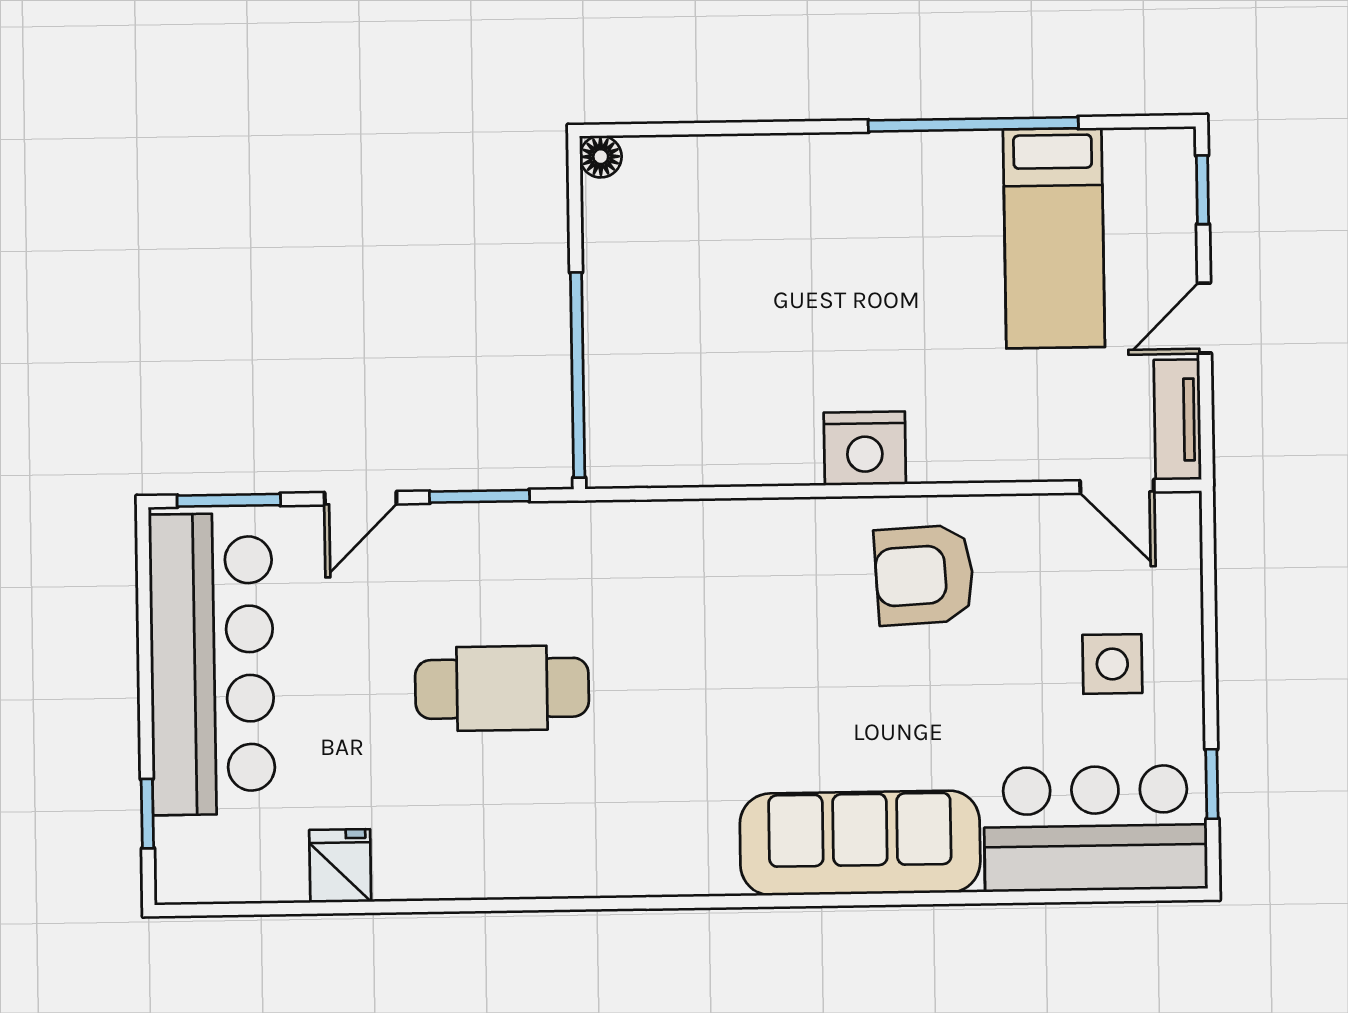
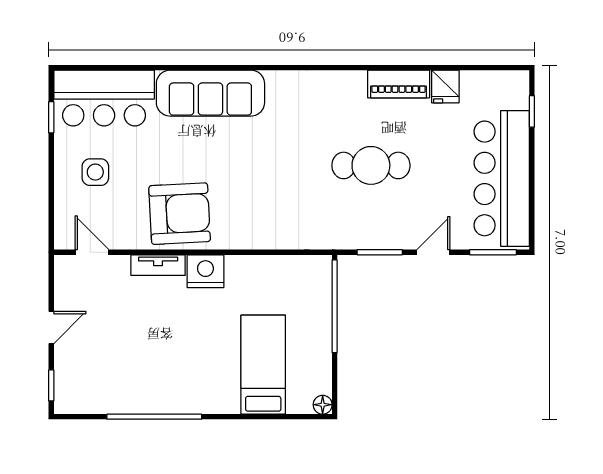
bed: (1054, 238) -> (263, 365), moved
tv unit: (1178, 420) -> (158, 265), moved, turned 90
armchair: (924, 575) -> (180, 214), width x1.36, depth x1.36
piano: (444, 870) -> (399, 84), added

